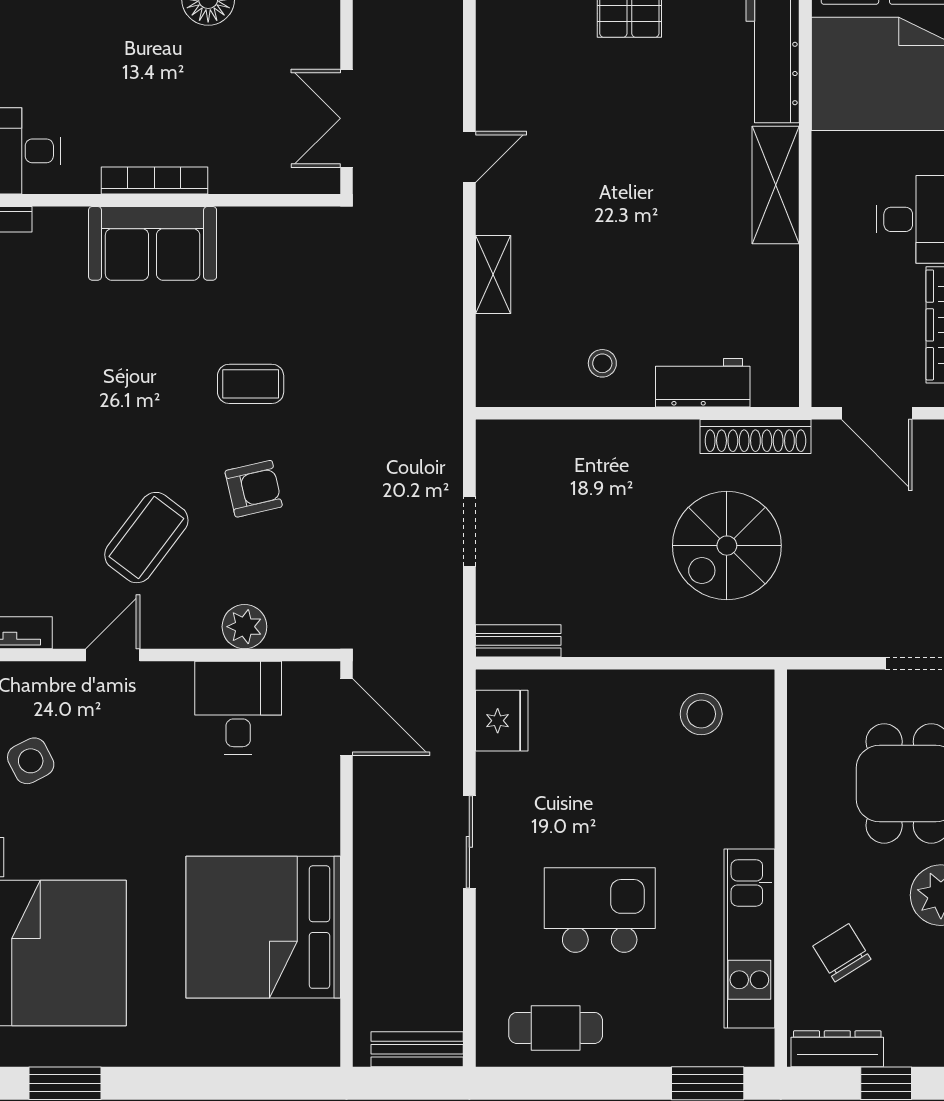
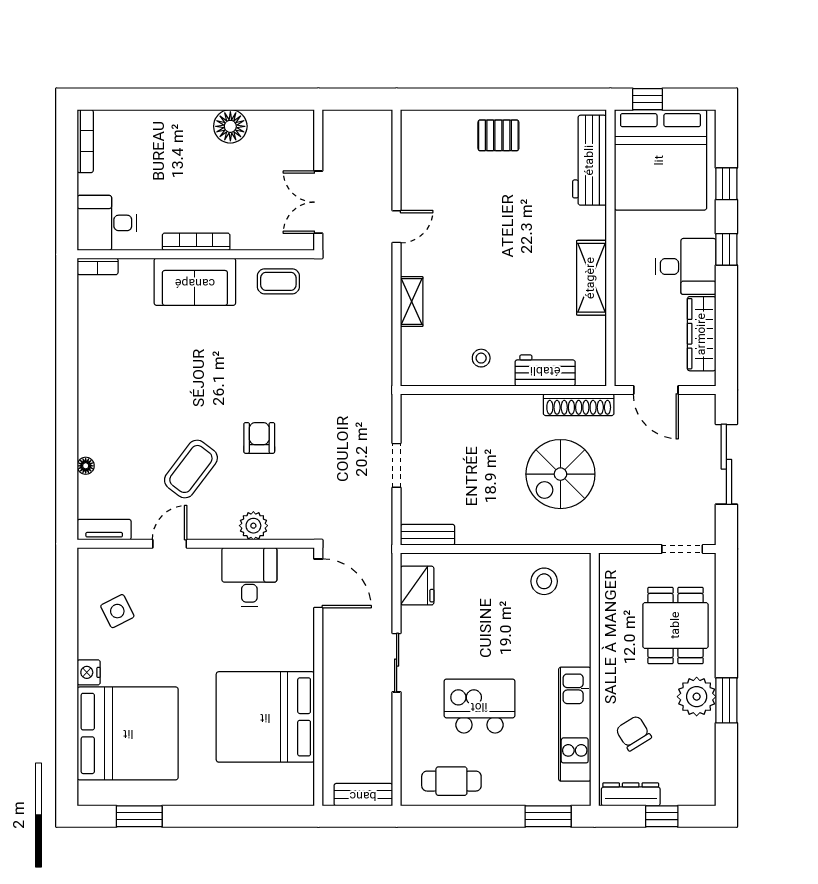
shelving: (776, 185) -> (591, 278), moved
coffee table: (251, 384) -> (278, 281), moved
armchair: (254, 489) -> (259, 438), turned -77

